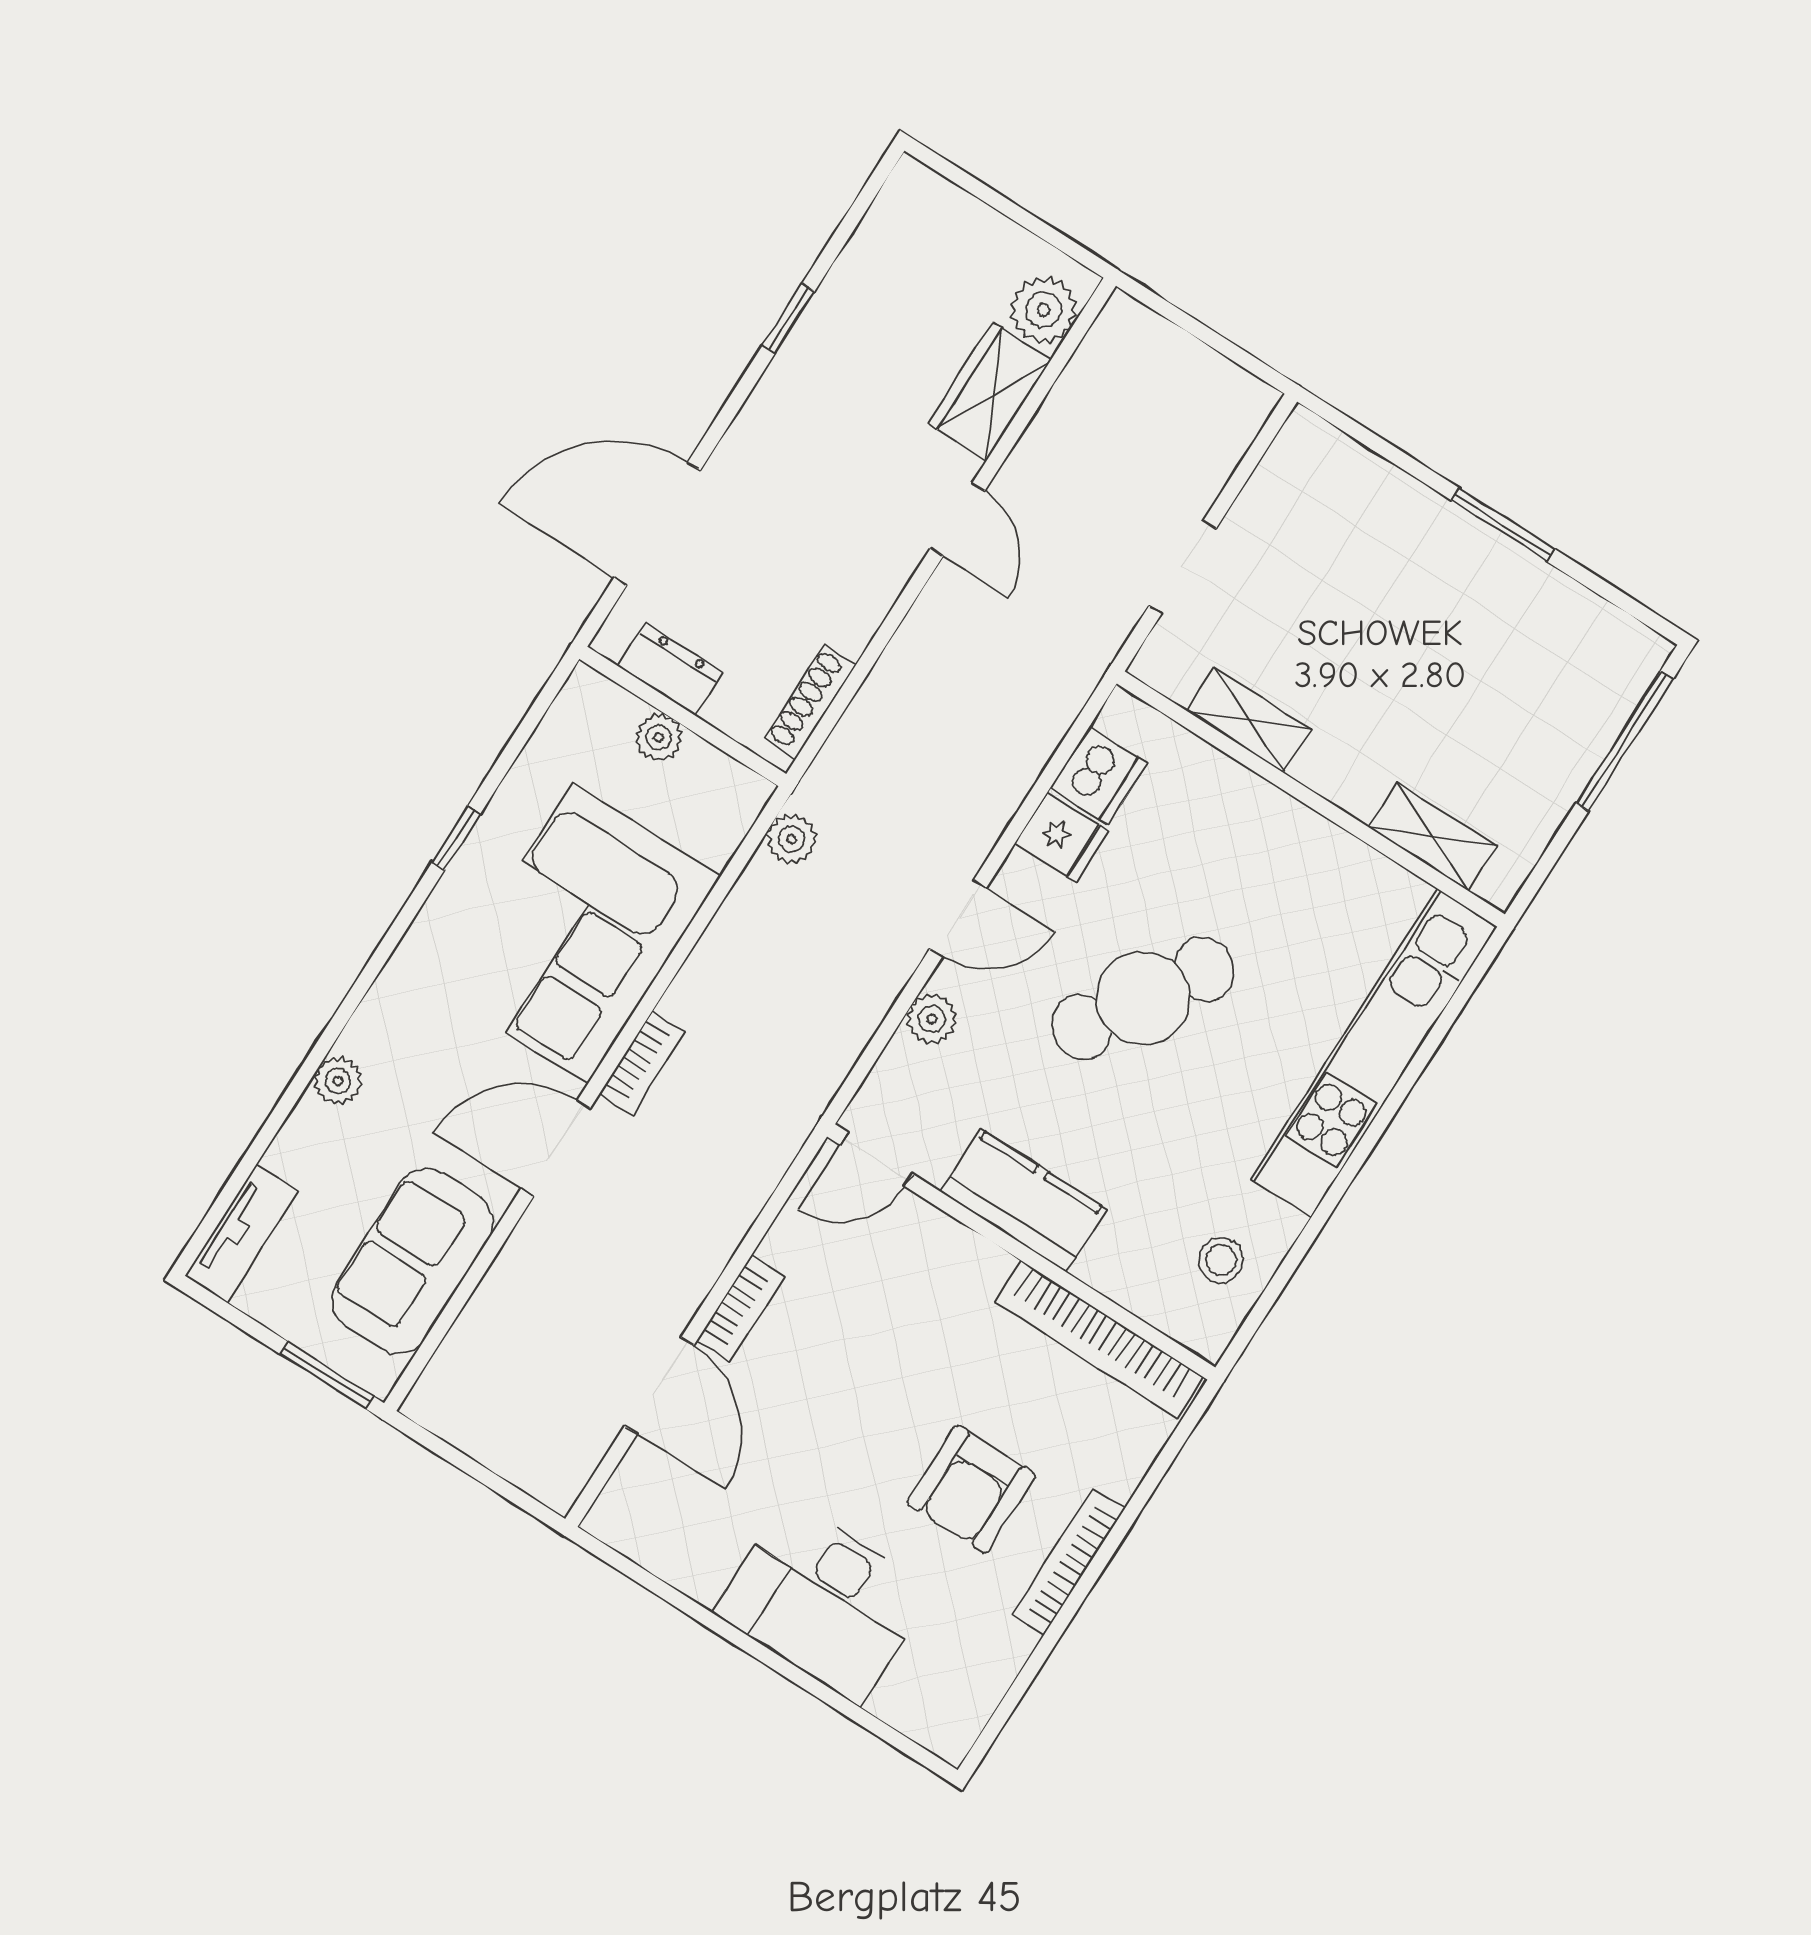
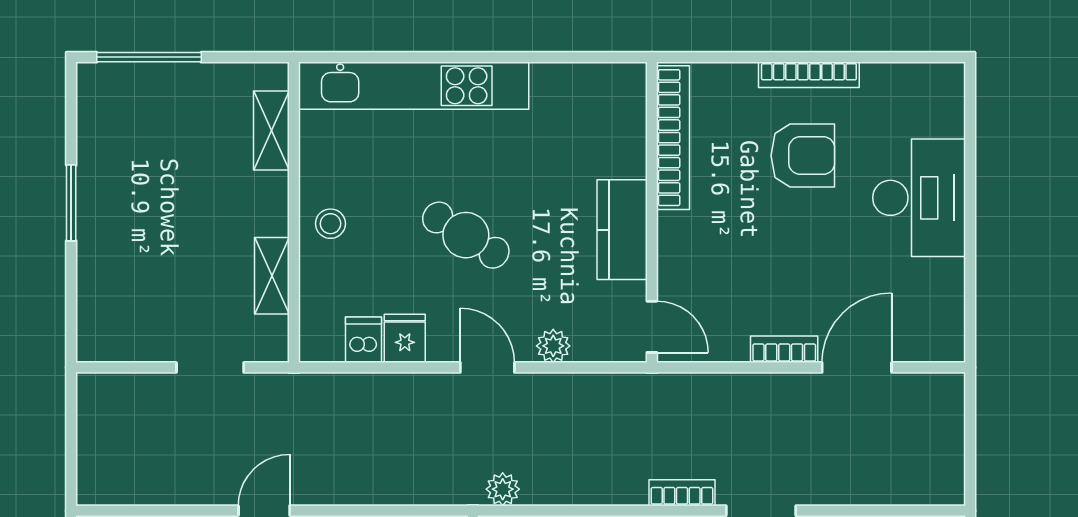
dishwasher: (1099, 775) -> (363, 340), width x0.73
cafe table: (1143, 998) -> (466, 235), width x0.73, depth x0.74
stool: (1221, 1260) -> (330, 224), moved

